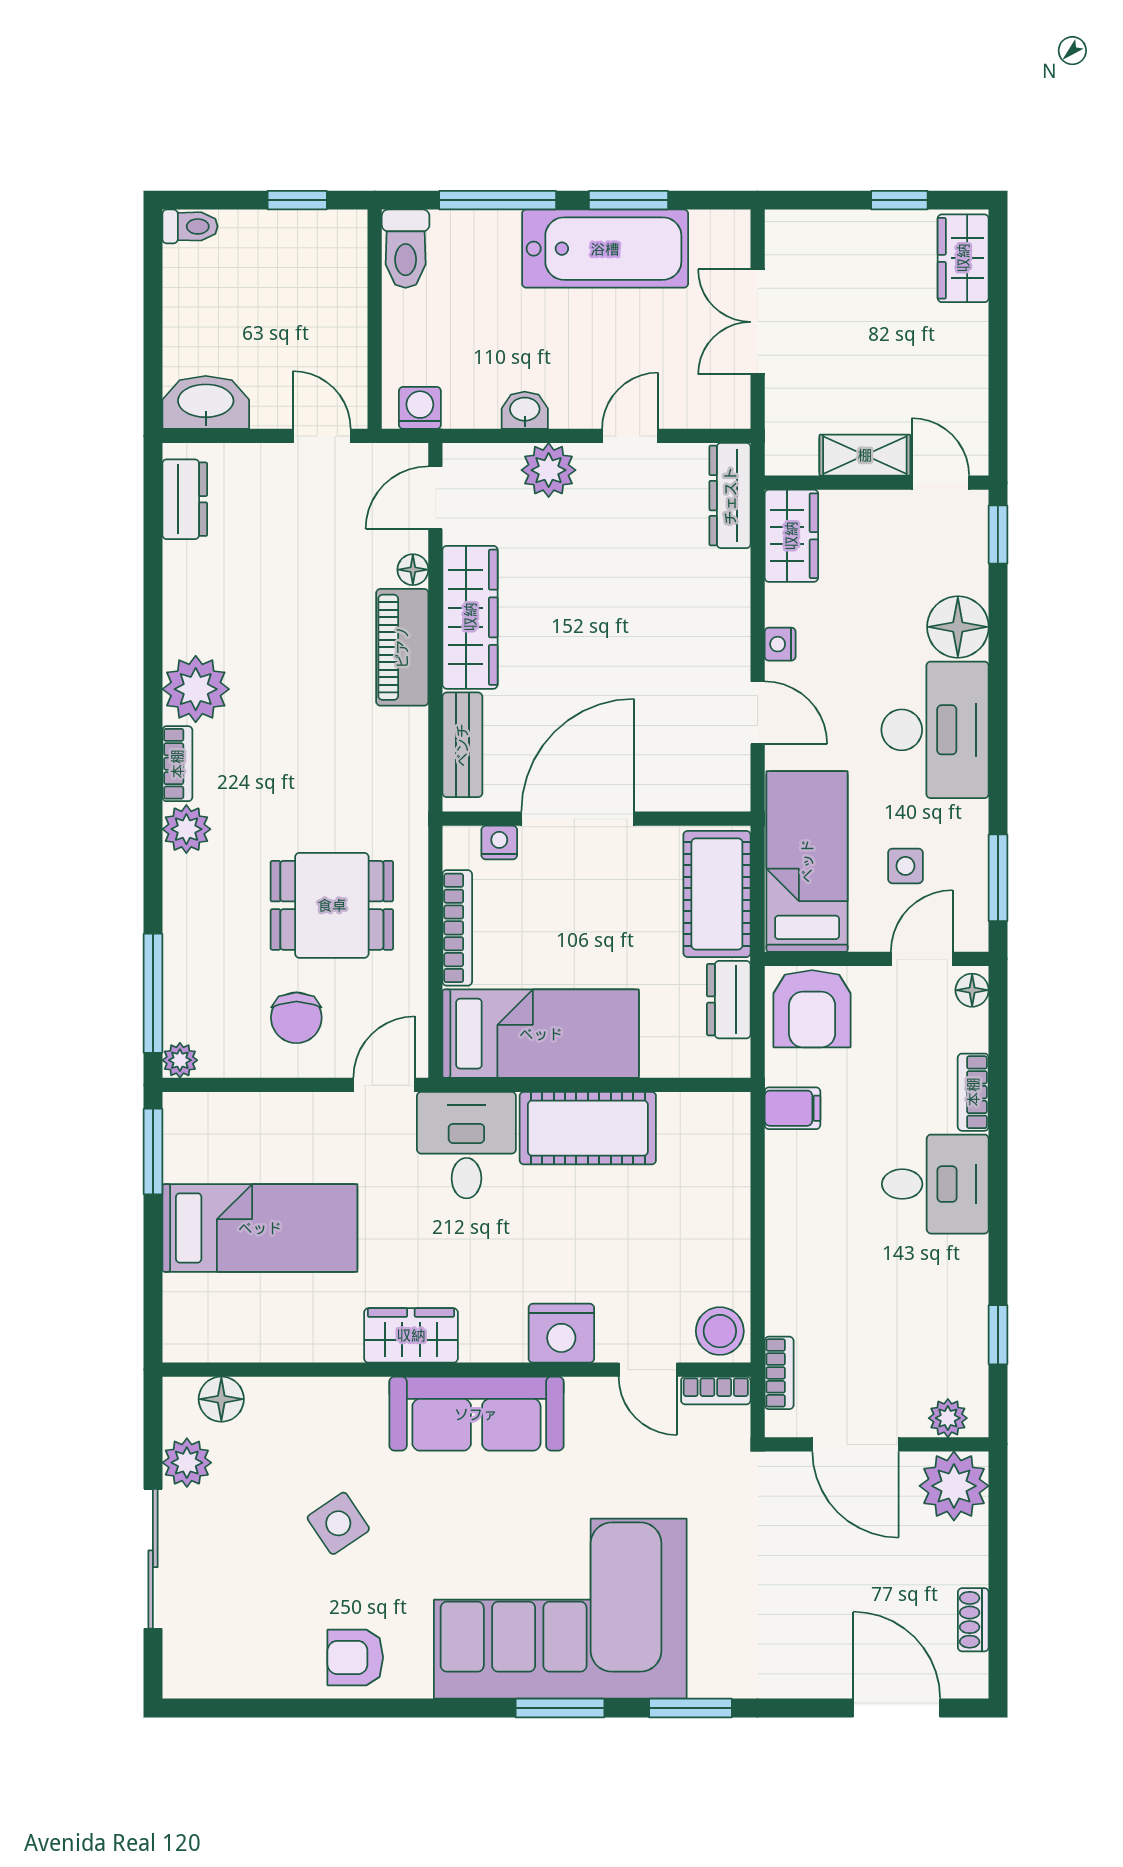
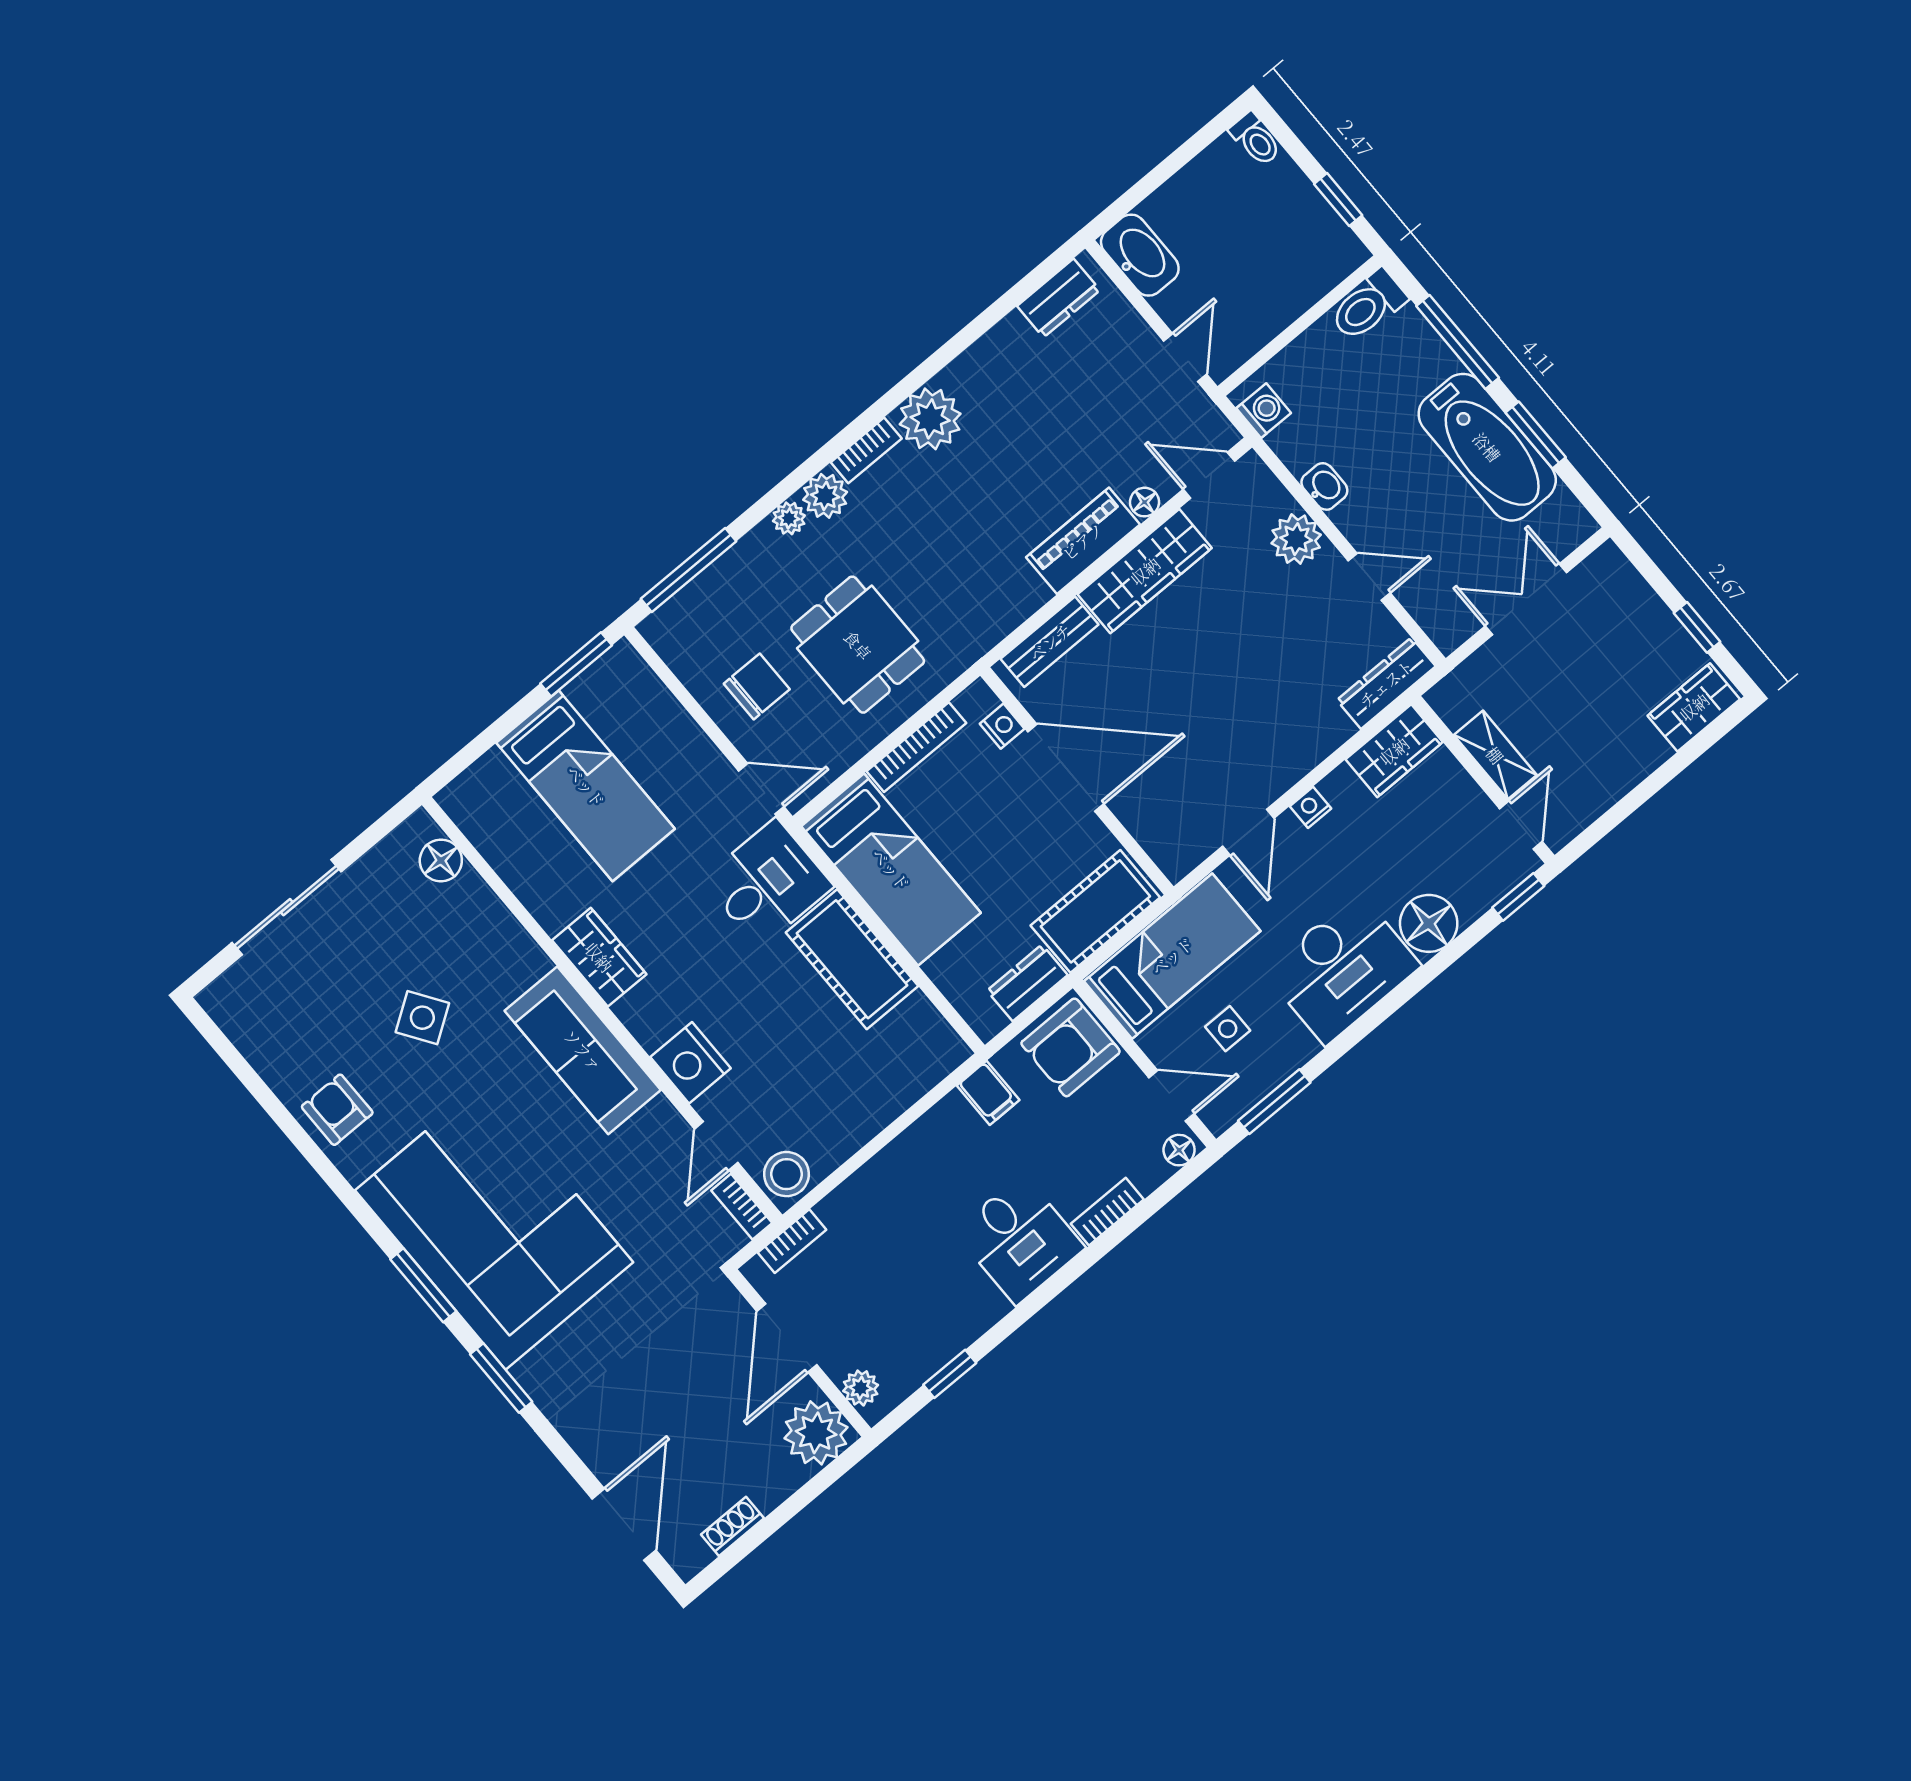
chair: (296, 1018) -> (757, 686), turned 180
plant: (180, 1060) -> (789, 518), moved
plant: (187, 1463) -> (375, 874), removed

